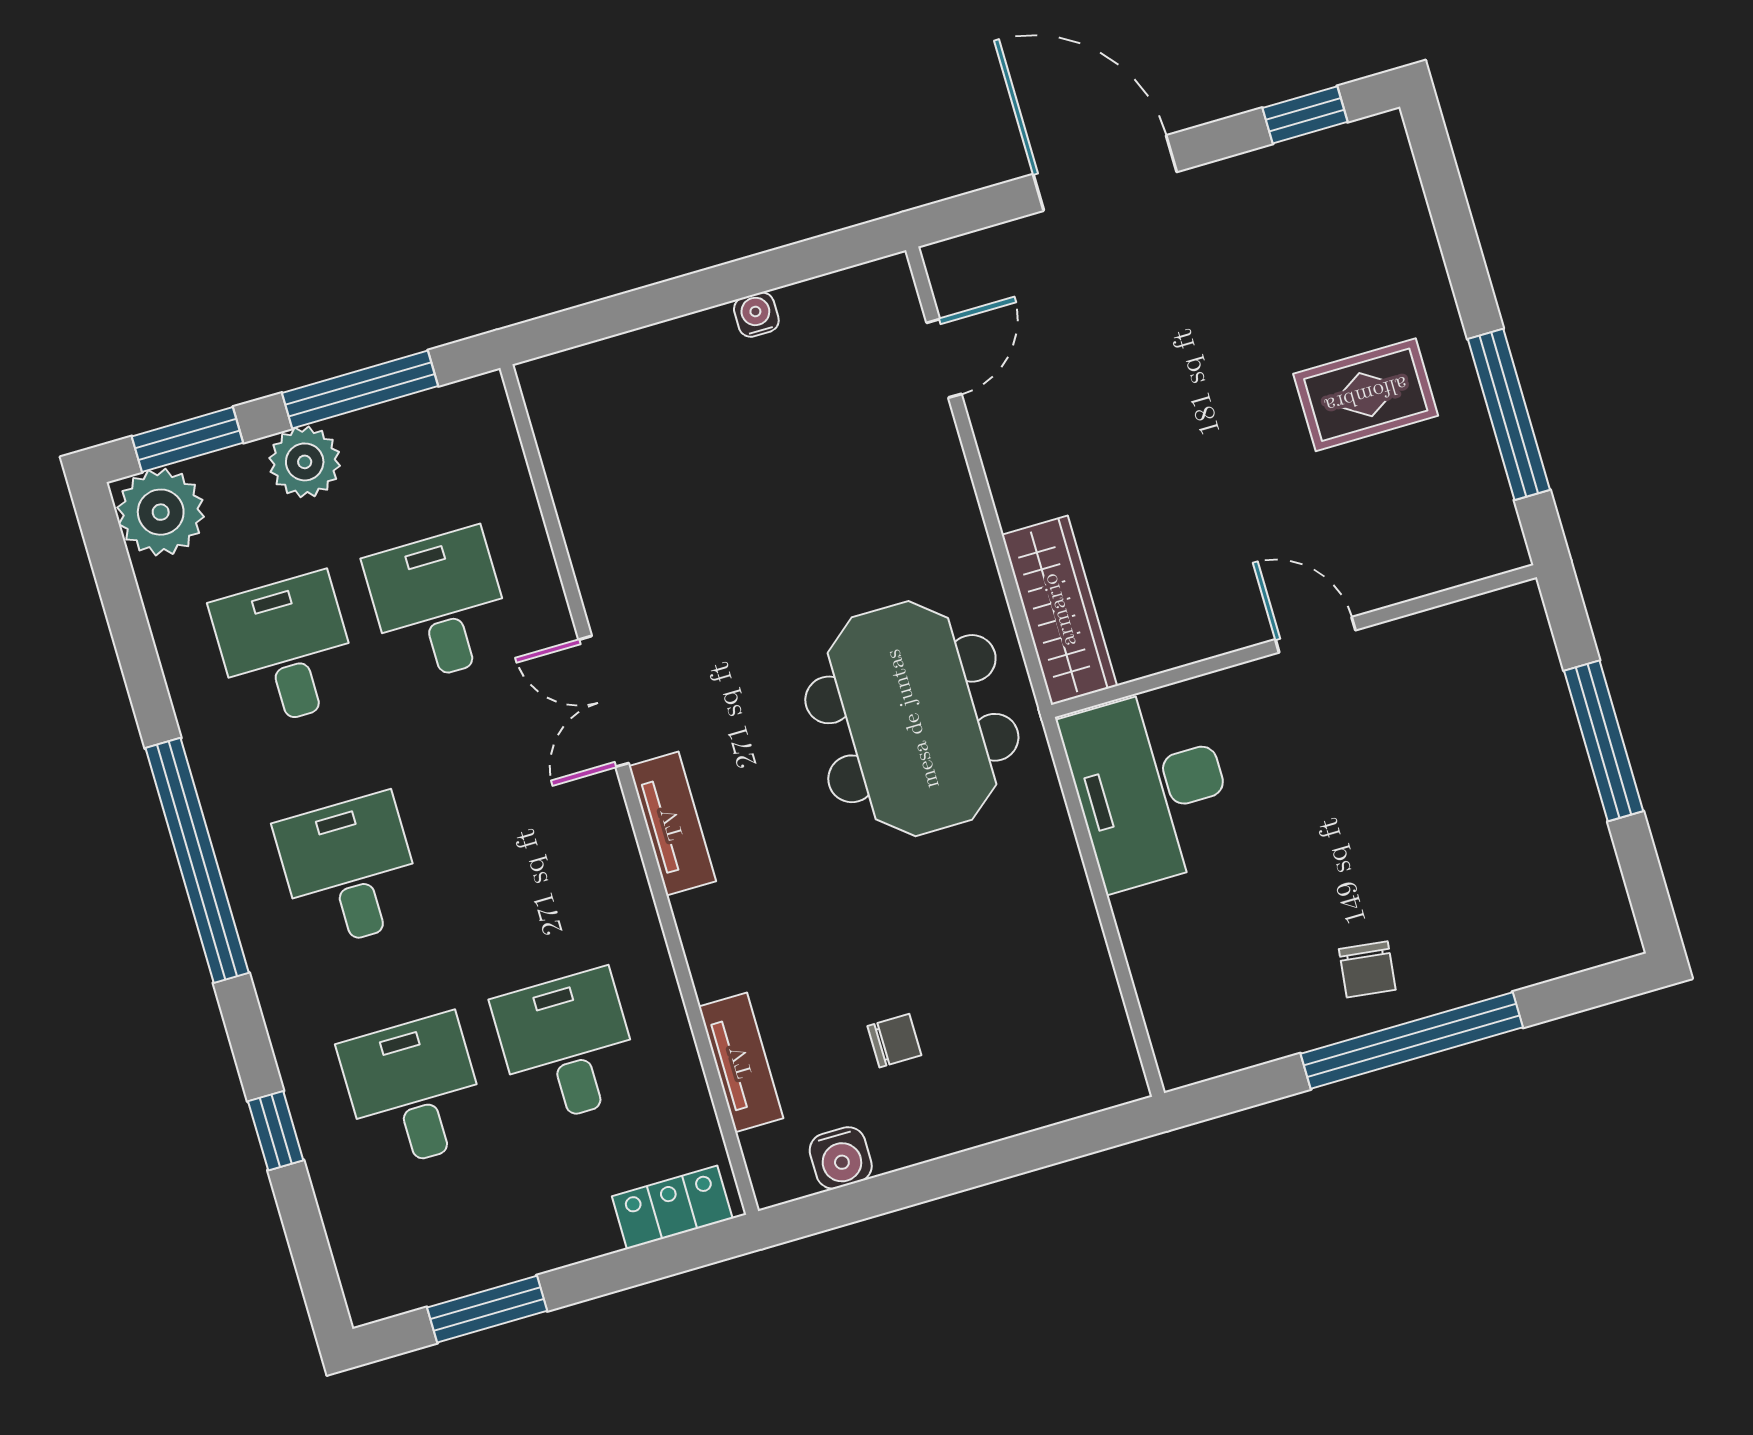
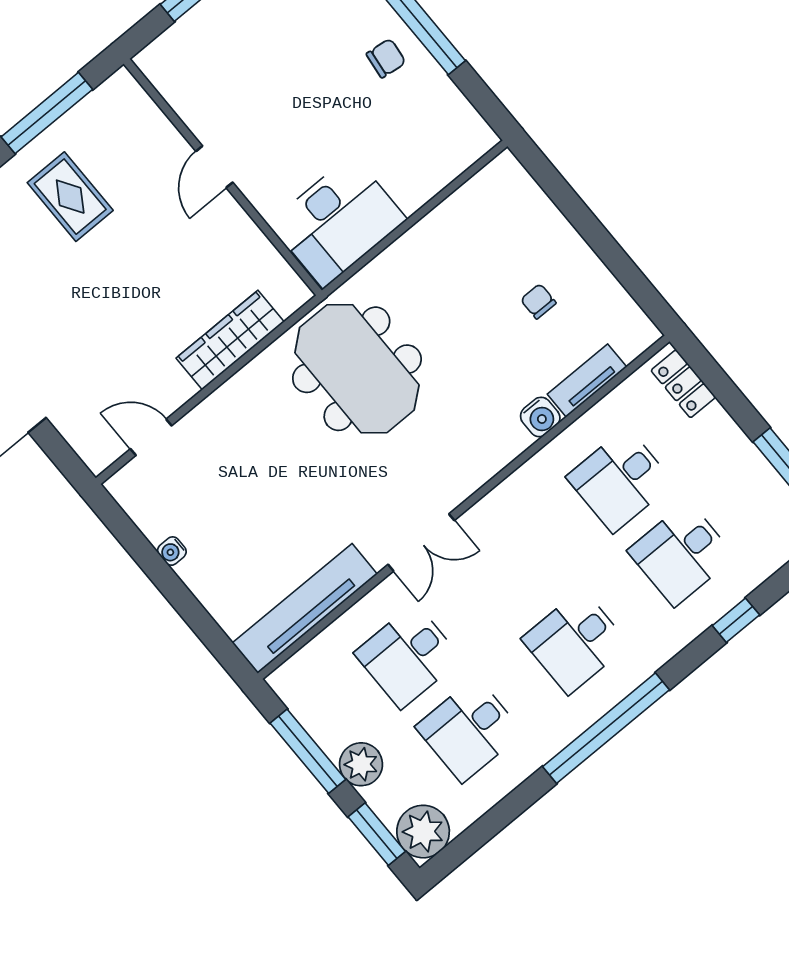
wardrobe: (1059, 610) -> (230, 340), moved
meeting table: (912, 719) -> (357, 369), turned 90
tv unit: (672, 824) -> (305, 608), moved, width x1.92, depth x1.29
water cooler: (841, 1158) -> (540, 417), moved, turned 90

